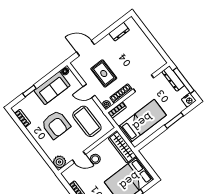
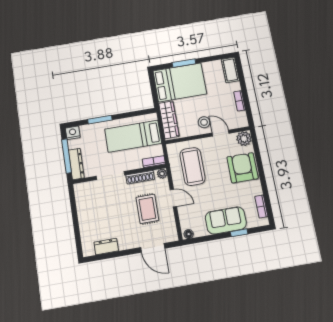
sofa: (52, 88) -> (226, 220), moved
armchair: (56, 125) -> (242, 168), moved

